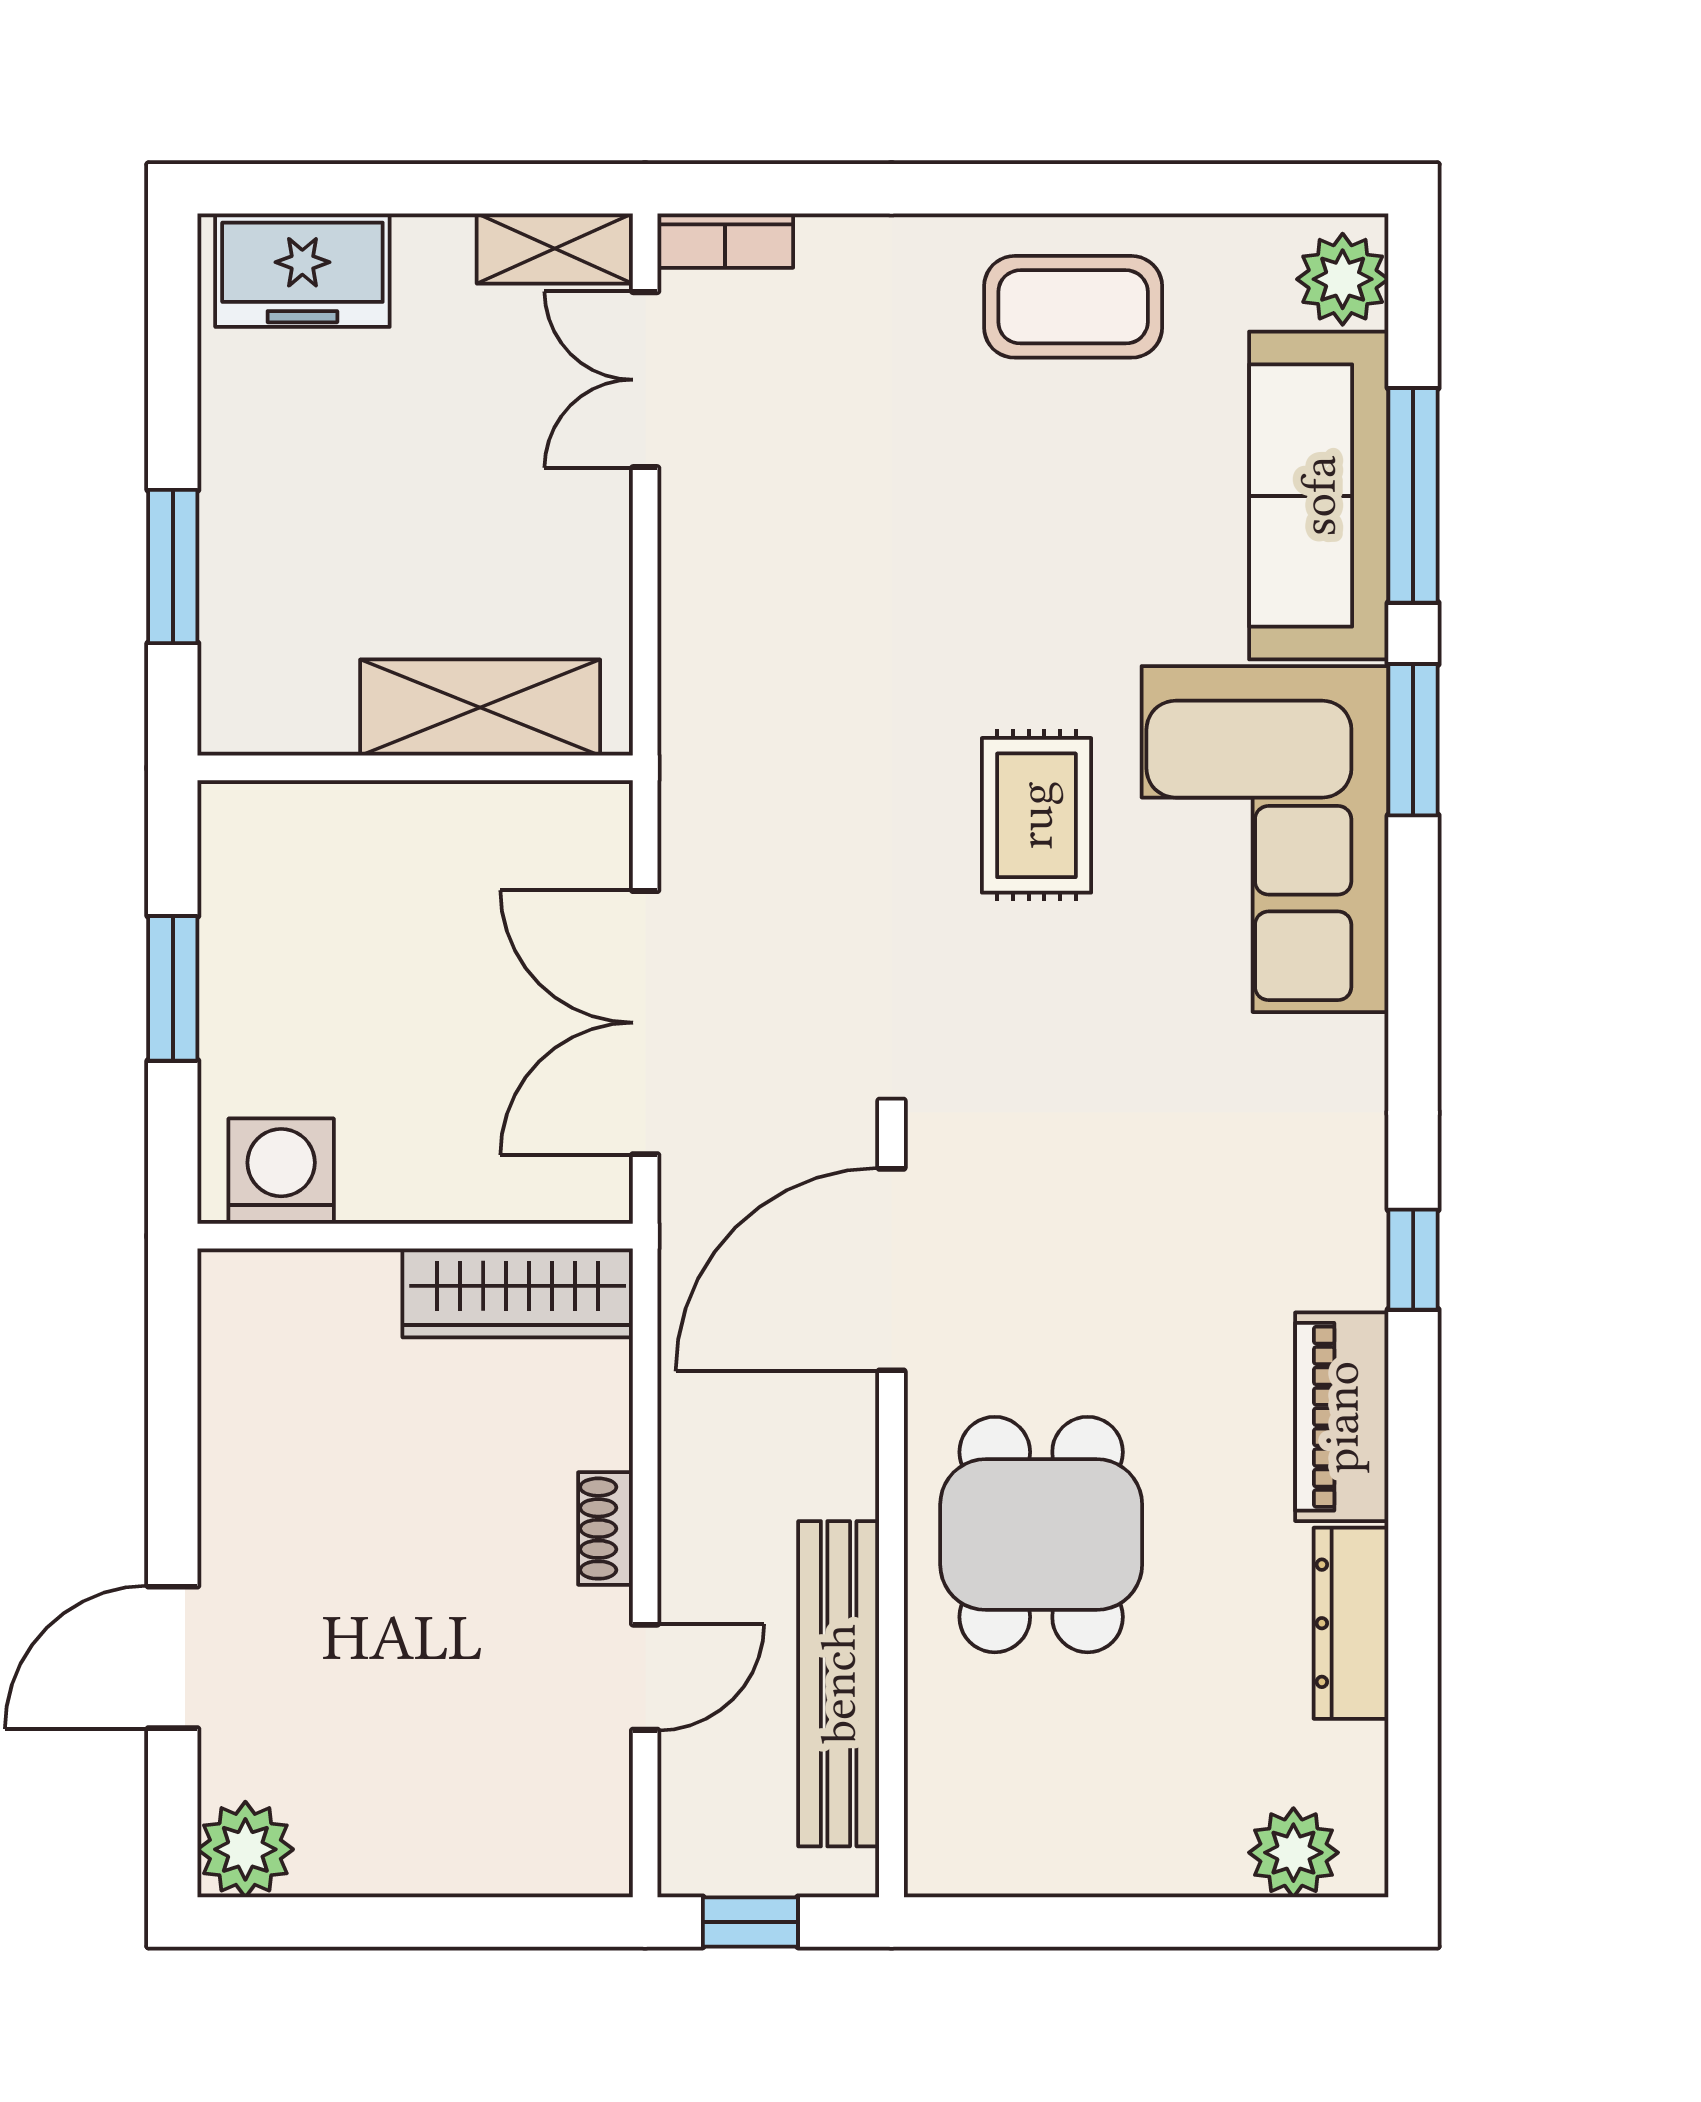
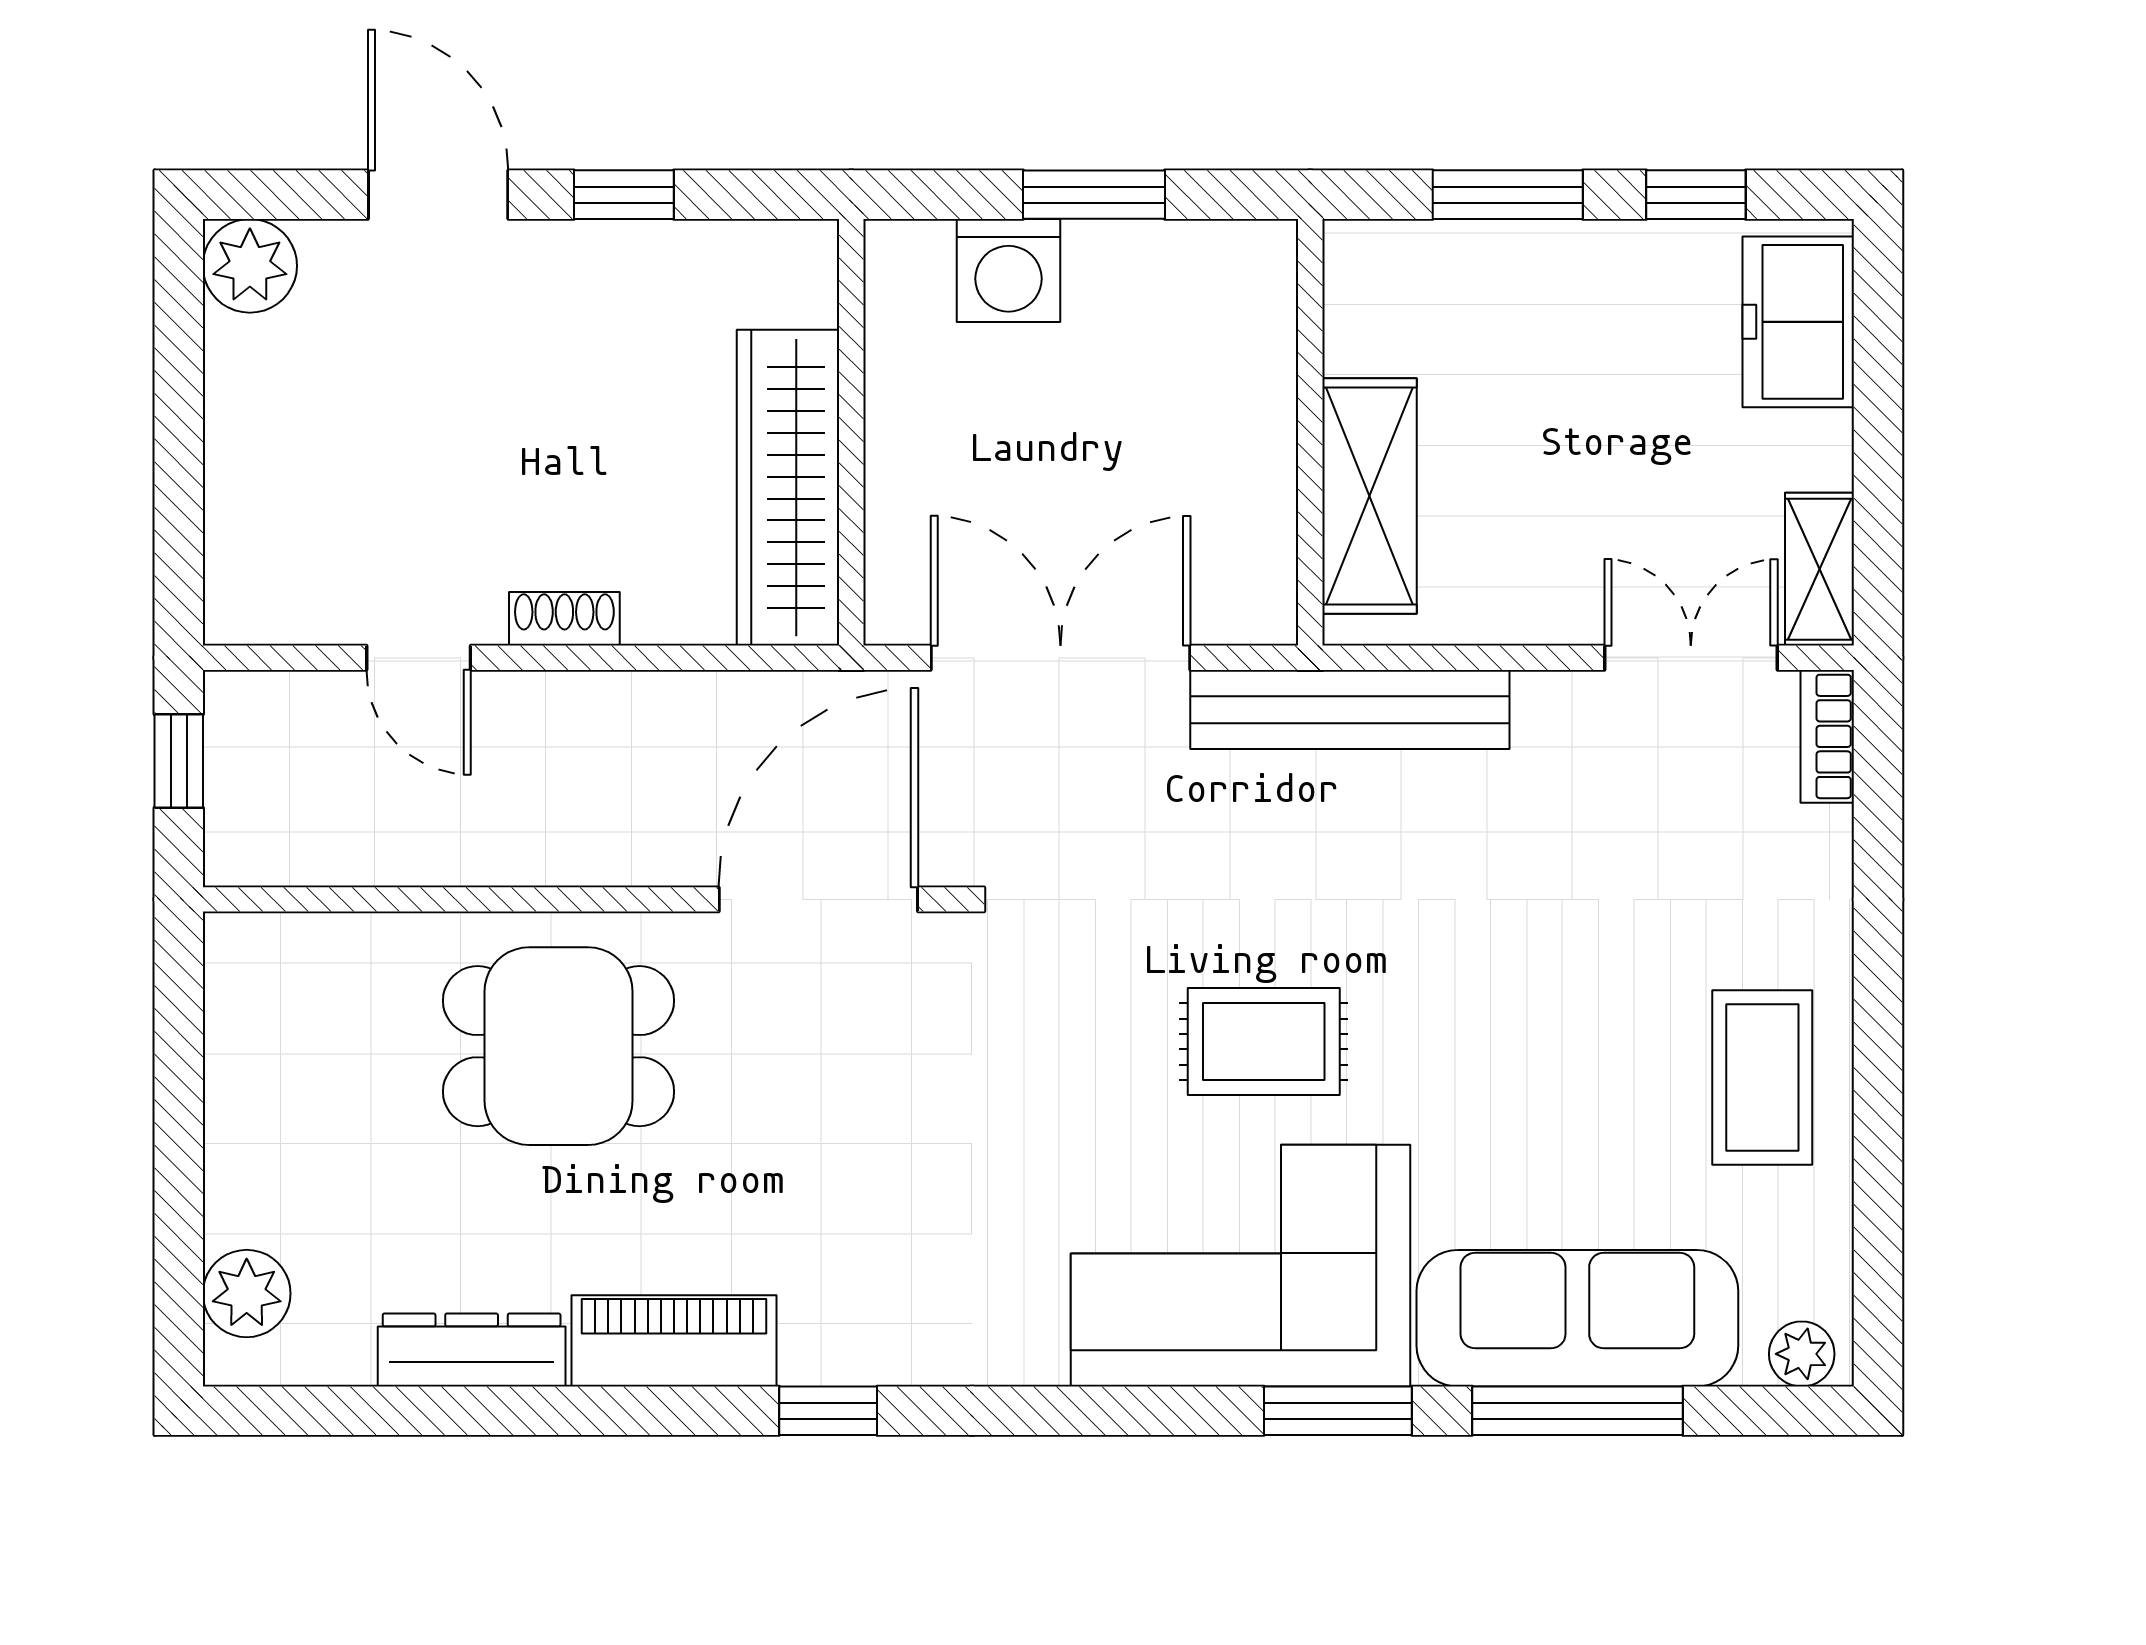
plant: (1343, 279) -> (1802, 1354), width x0.73, depth x0.73
window: (173, 375) -> (1696, 195), added
washing machine: (281, 1171) -> (1009, 270), moved, turned 90
door: (891, 1270) -> (818, 899), hinge flipped
wardrobe: (518, 1293) -> (788, 488), width x1.40, depth x1.17
window: (173, 1468) -> (624, 195), added
bench: (839, 1684) -> (1350, 710), moved

